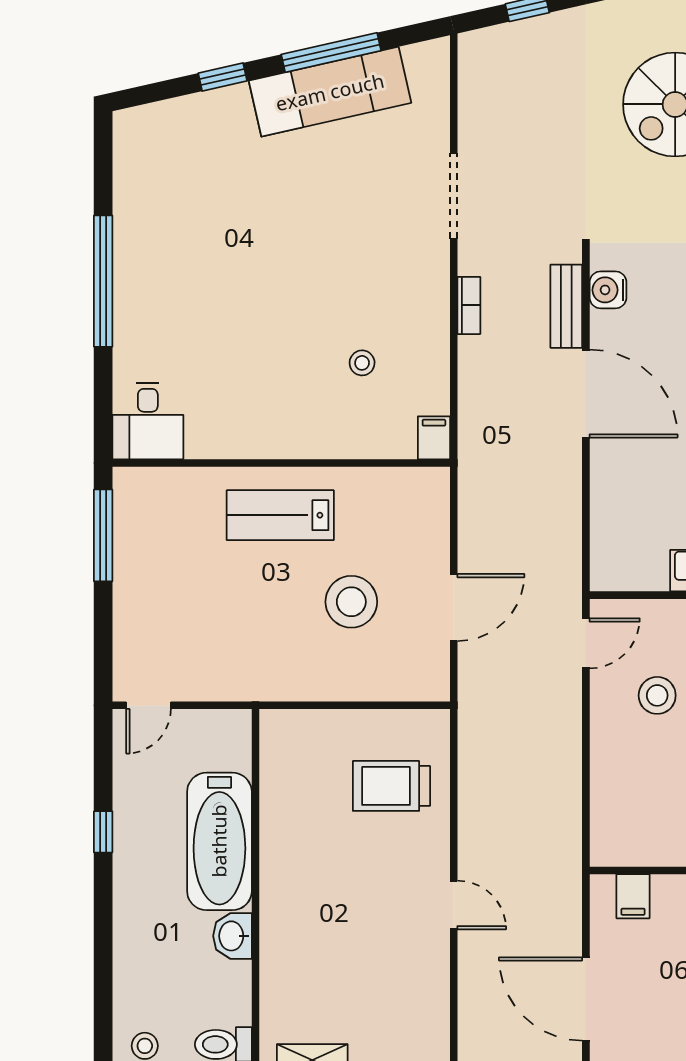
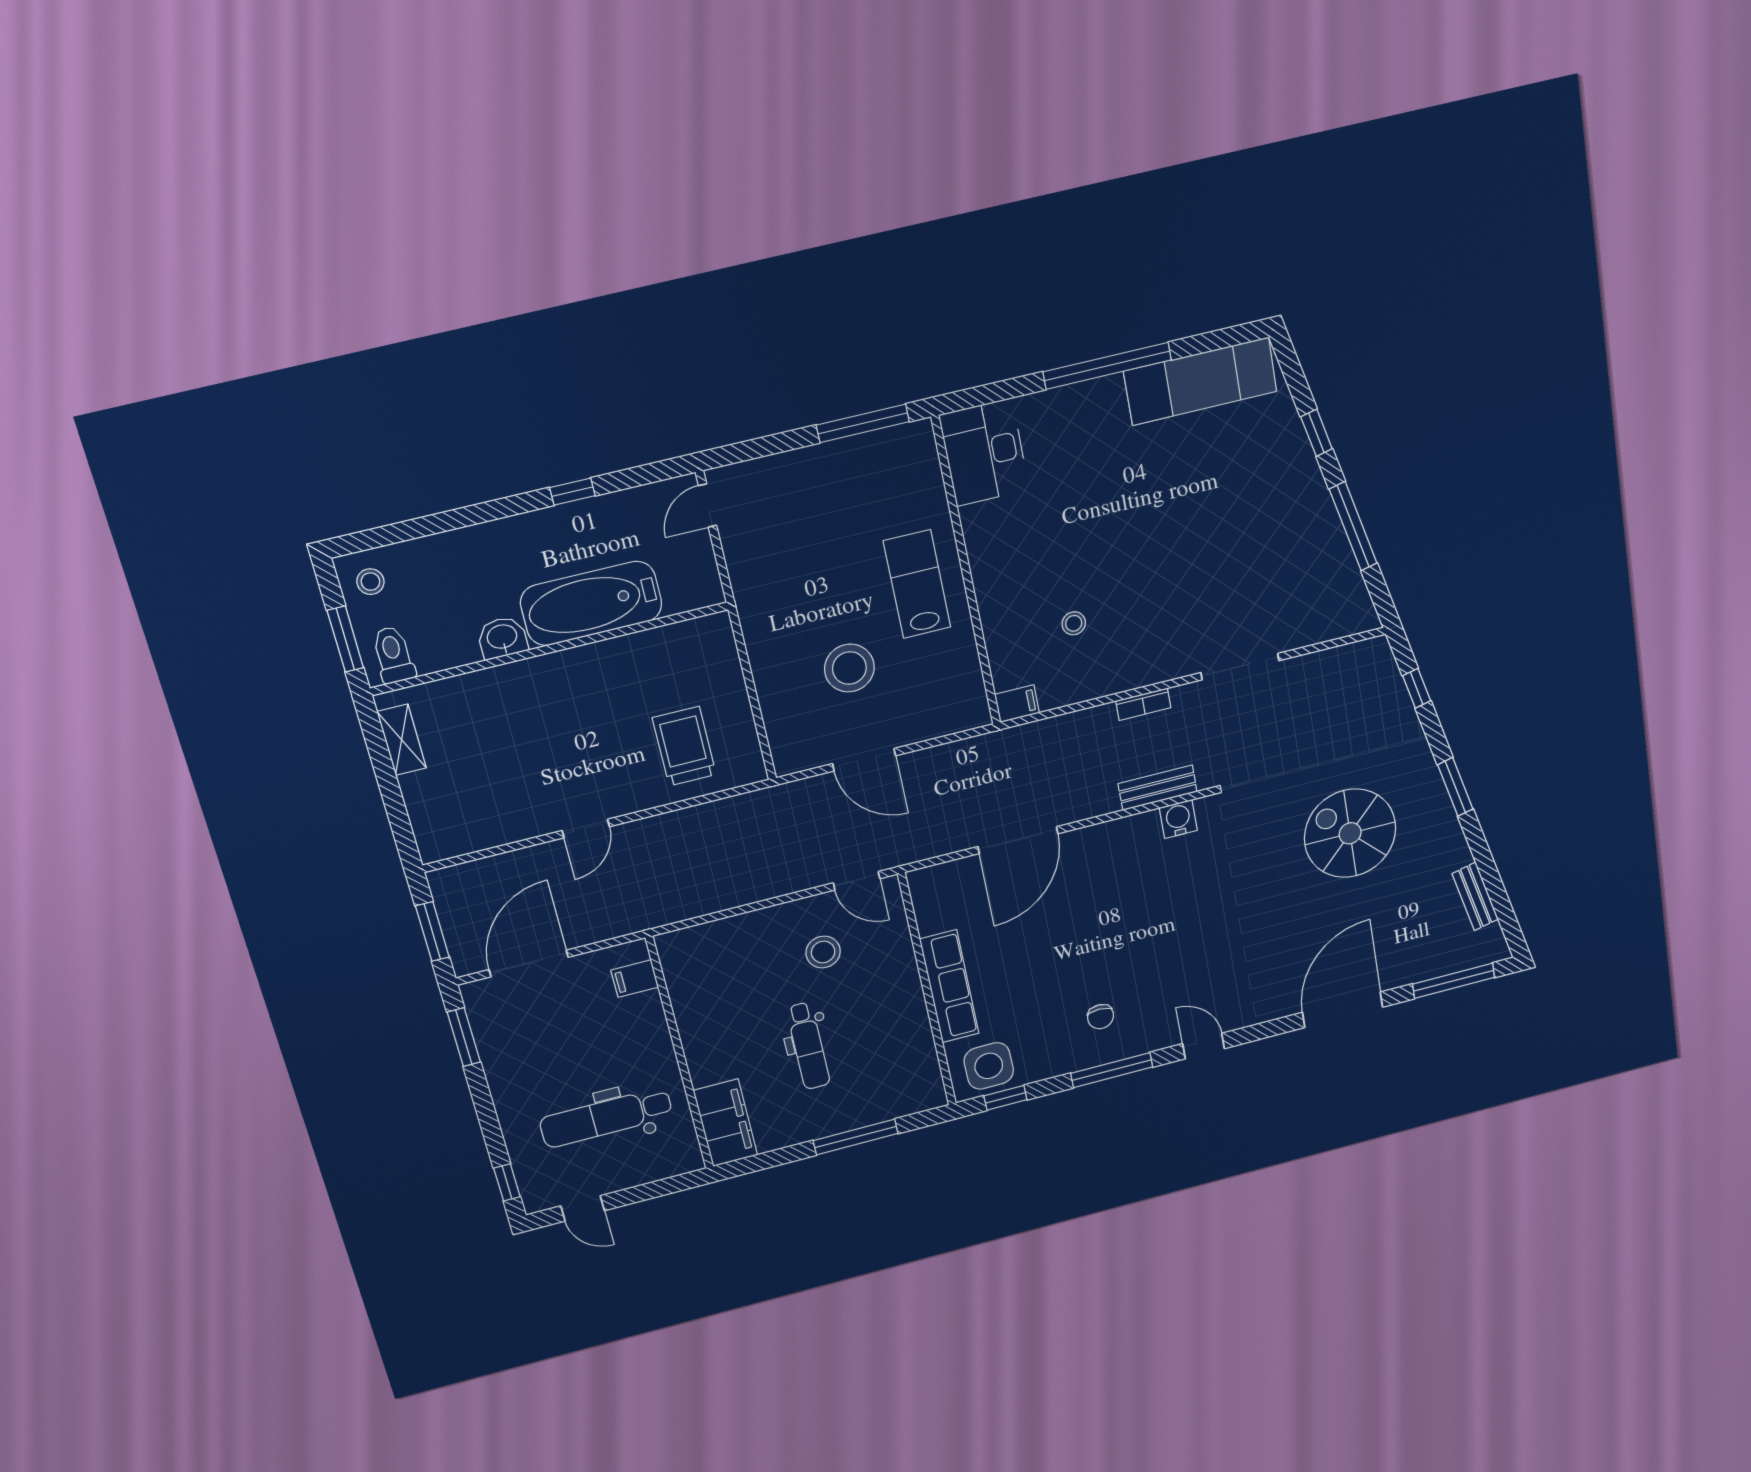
exam couch: (330, 92) -> (1200, 381), moved, turned -77
door: (586, 394) -> (1018, 840), moved
desk: (148, 421) -> (984, 452), width x1.37
door: (149, 705) -> (707, 506), hinge flipped

